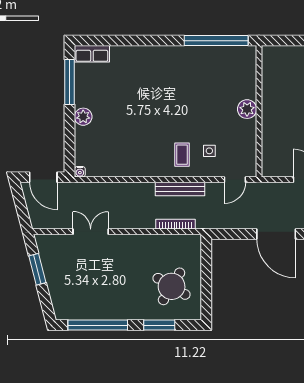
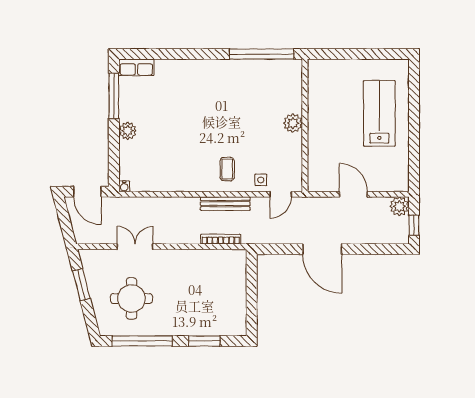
side table: (209, 151) -> (261, 180), moved
round table: (172, 286) -> (131, 299), moved, turned -31

